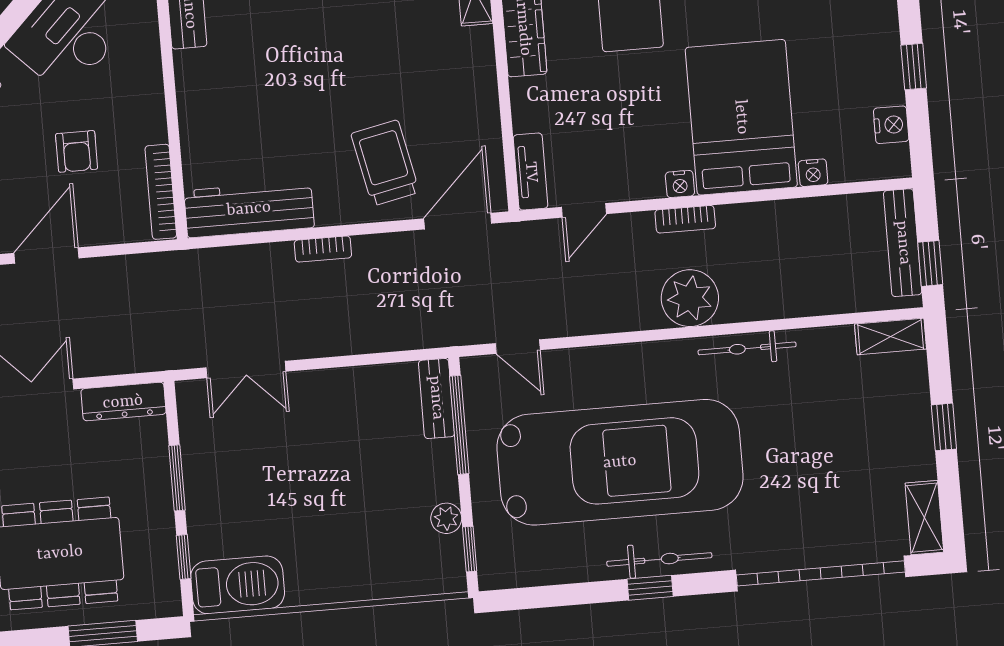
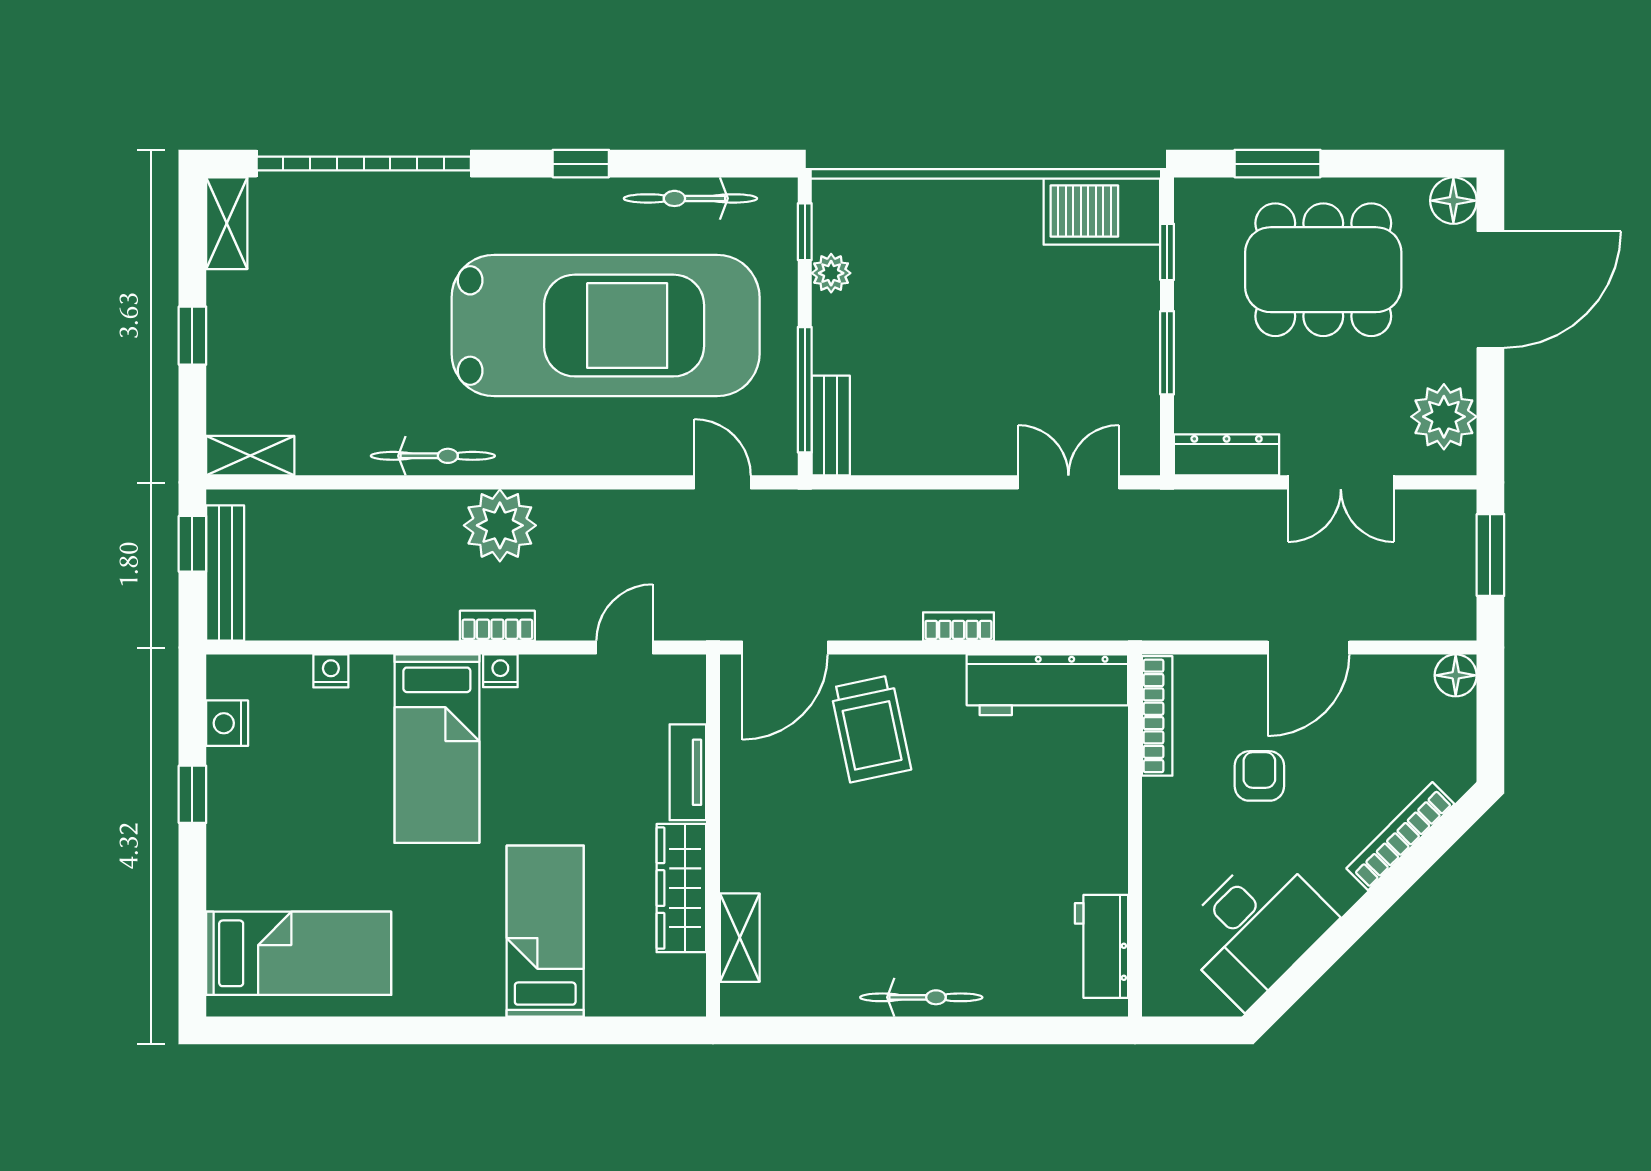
bed: (741, 117) -> (437, 749), width x0.67
tv unit: (531, 172) -> (688, 772), moved
car: (620, 462) -> (606, 326), turned 180
bicycle: (659, 559) -> (690, 198), moved

